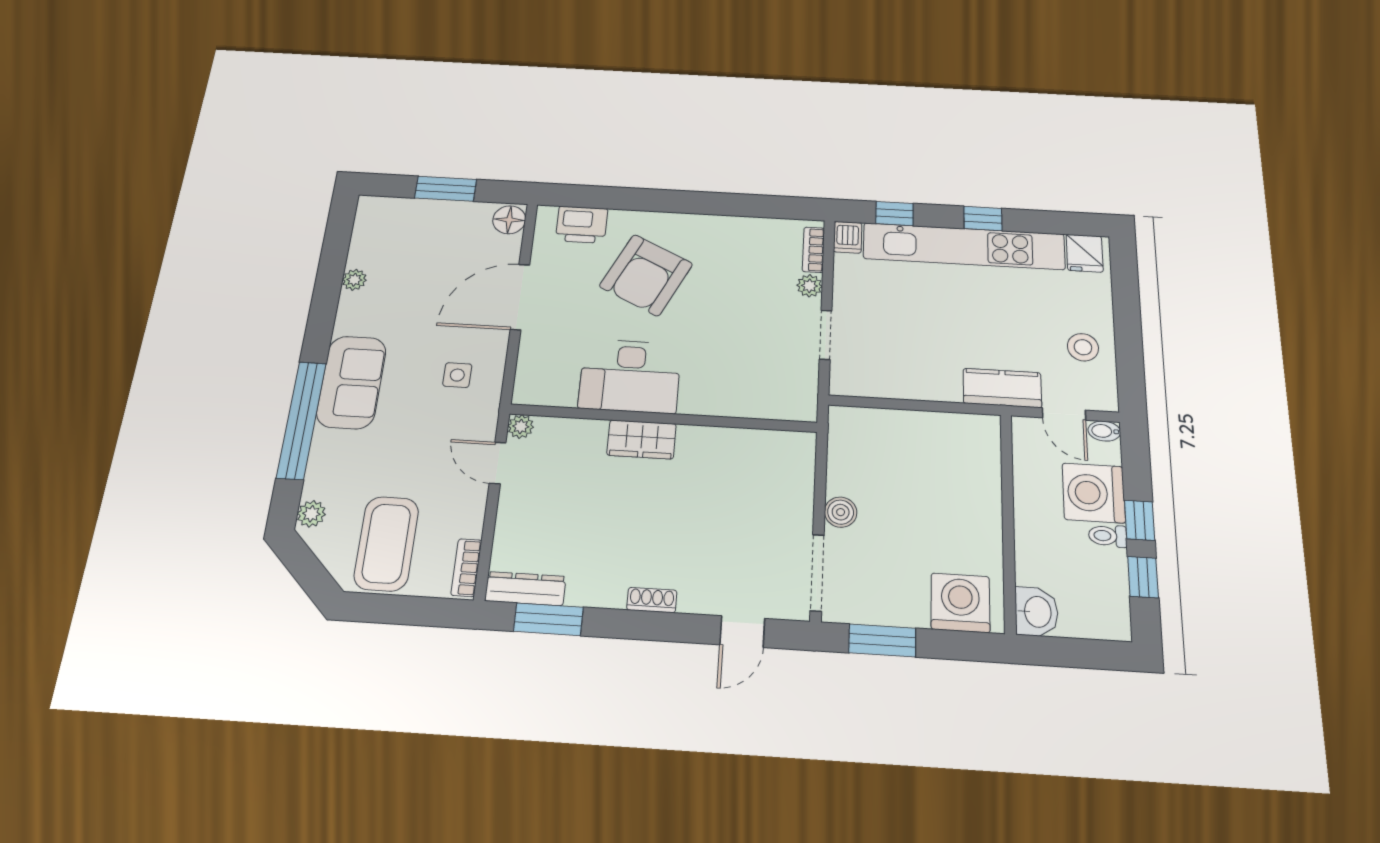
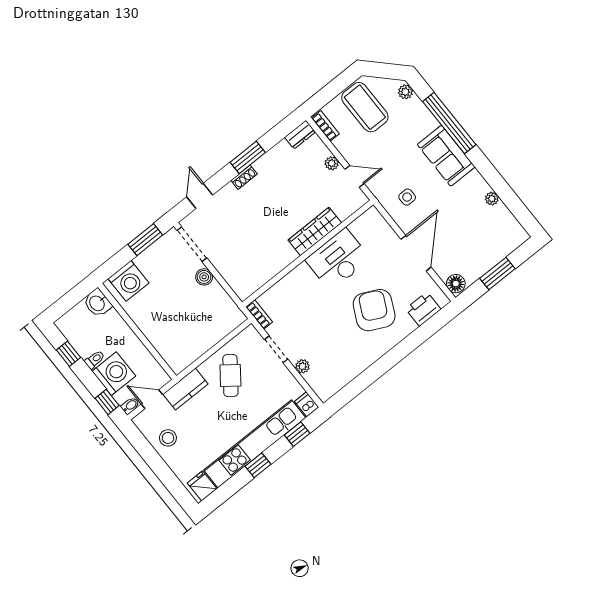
bookcase: (813, 250) -> (259, 314), moved
cafe table: (921, 354) -> (230, 376), added
plant: (521, 426) -> (332, 163), moved
wardrobe: (642, 439) -> (315, 231), width x1.50
window: (1140, 520) -> (107, 402), moved
dresser: (525, 589) -> (300, 135), width x0.70
window: (548, 619) -> (248, 157), moved

